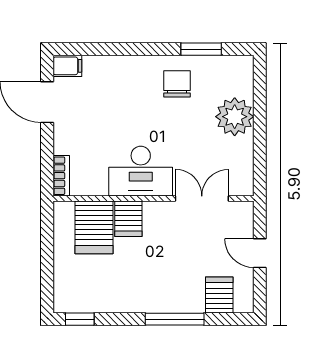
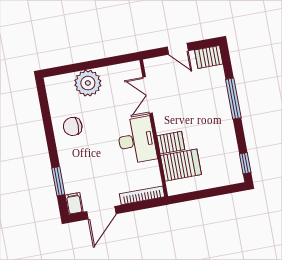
window: (201, 49) -> (58, 181), moved
bookcase: (61, 176) -> (142, 195), width x1.56
door: (260, 253) -> (178, 49), hinge flipped
server rack: (219, 295) -> (209, 57), moved

